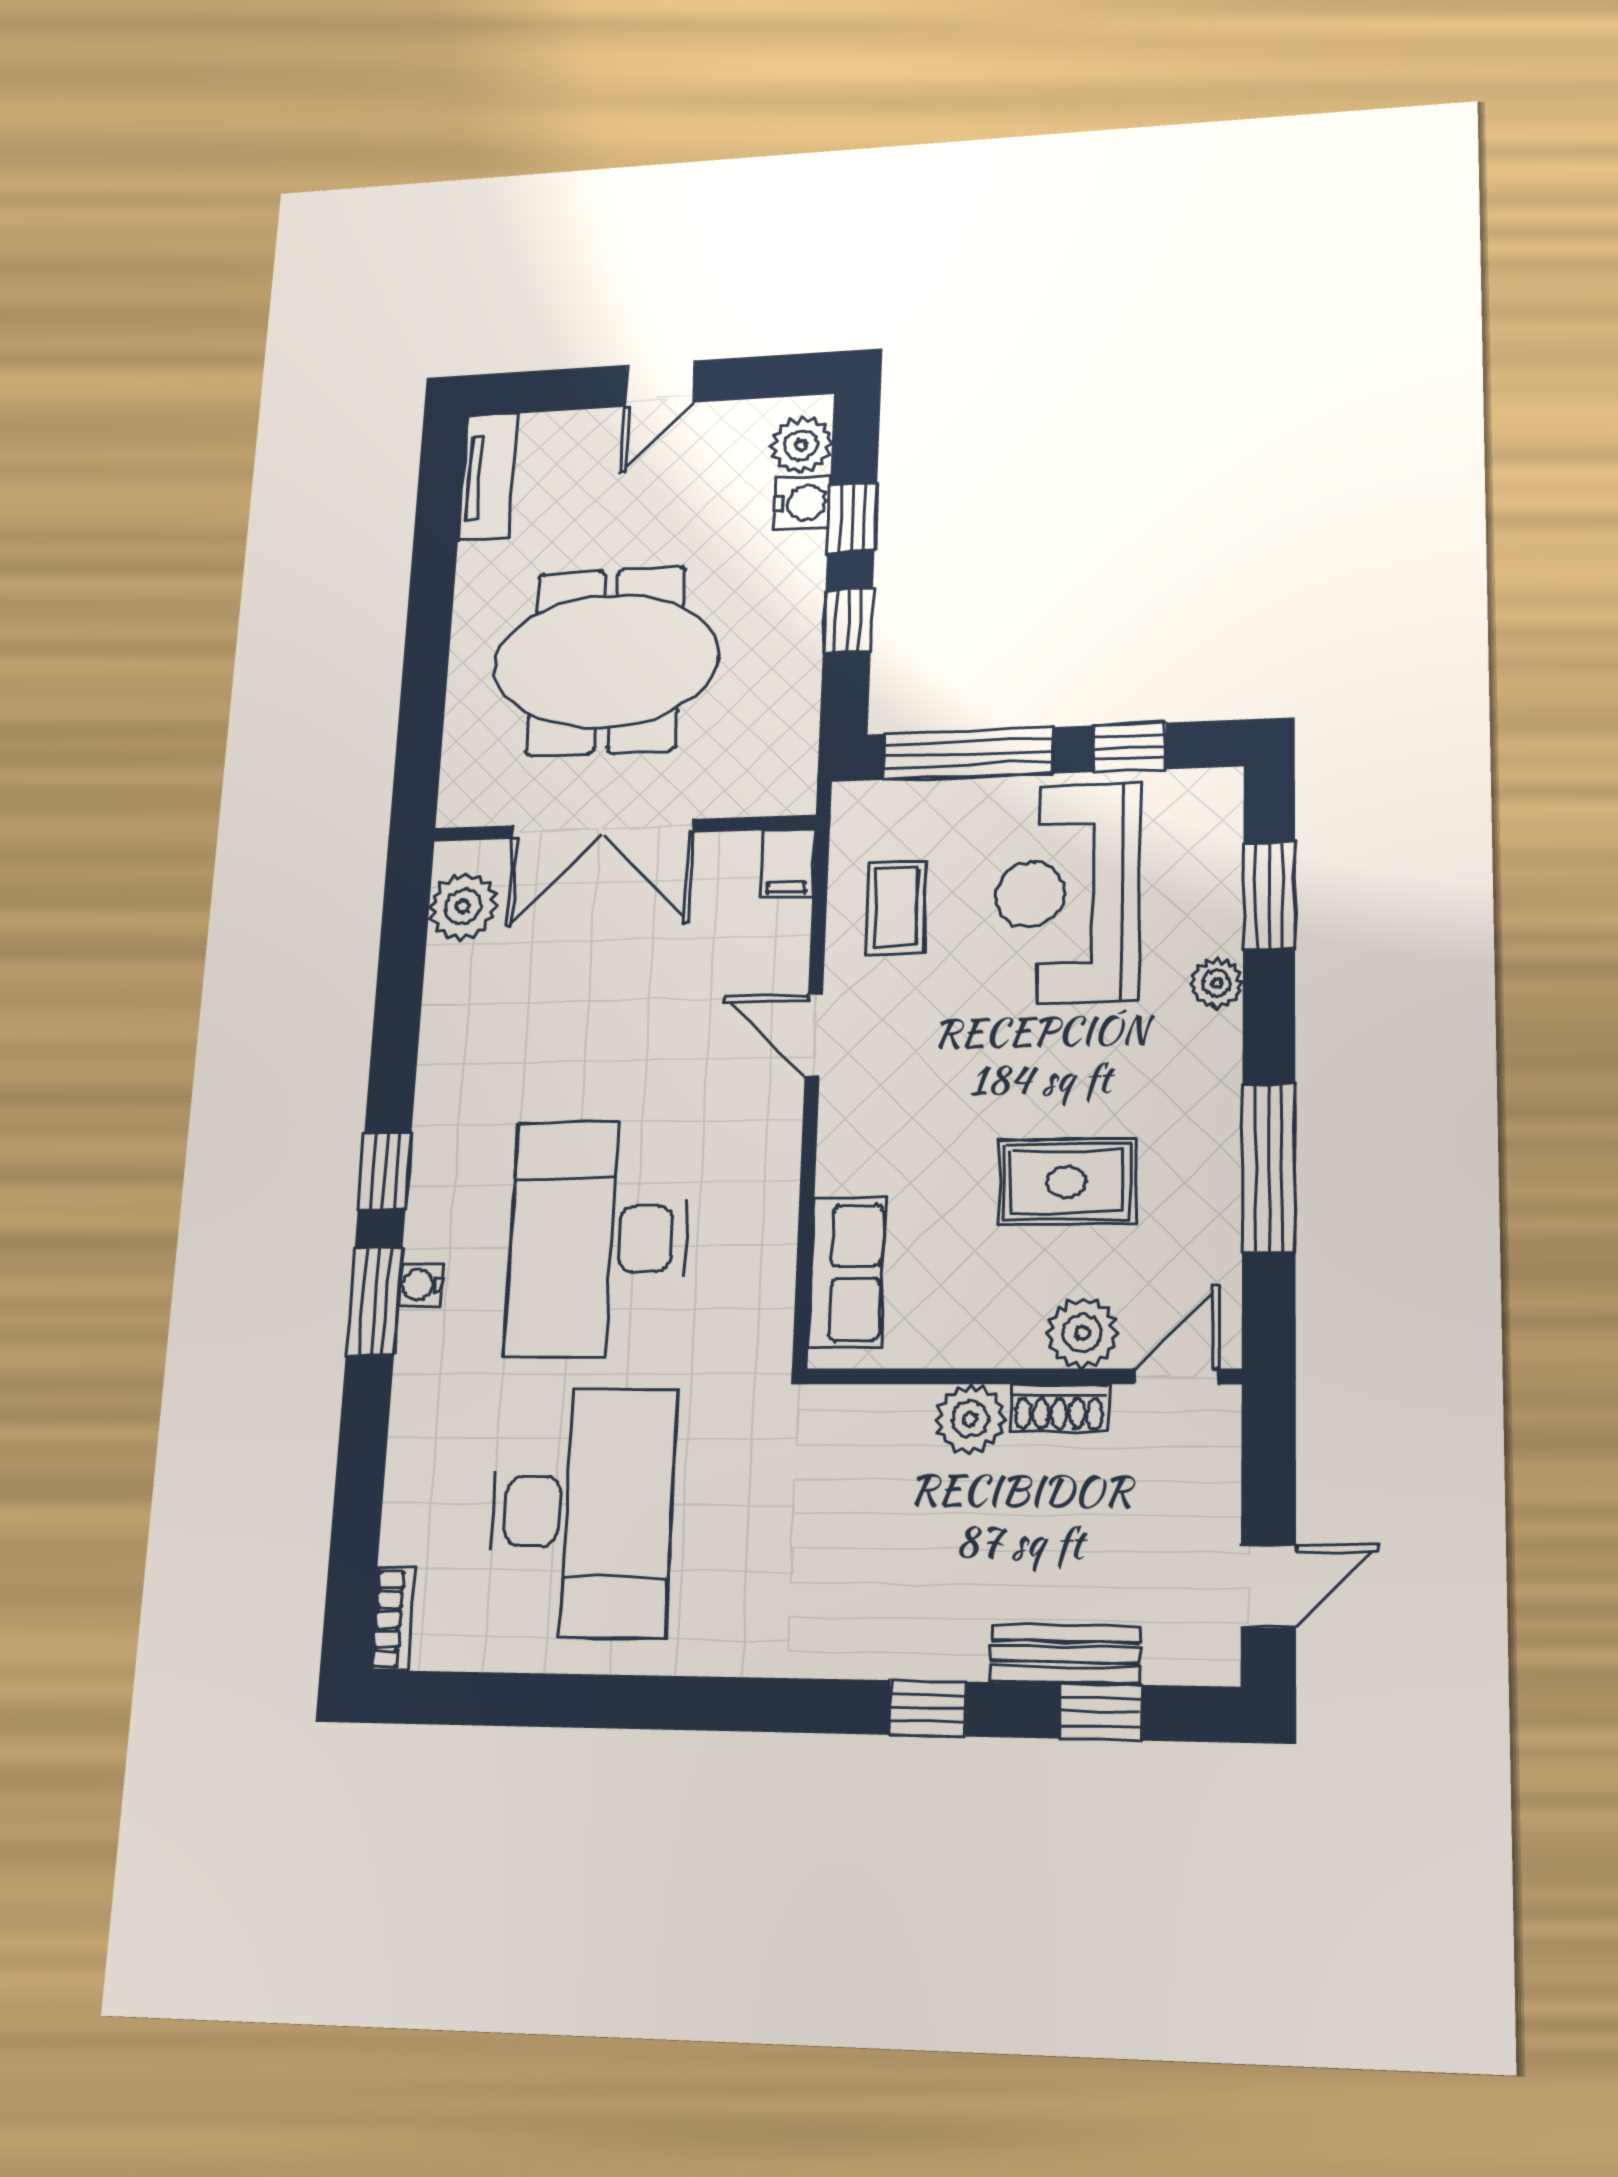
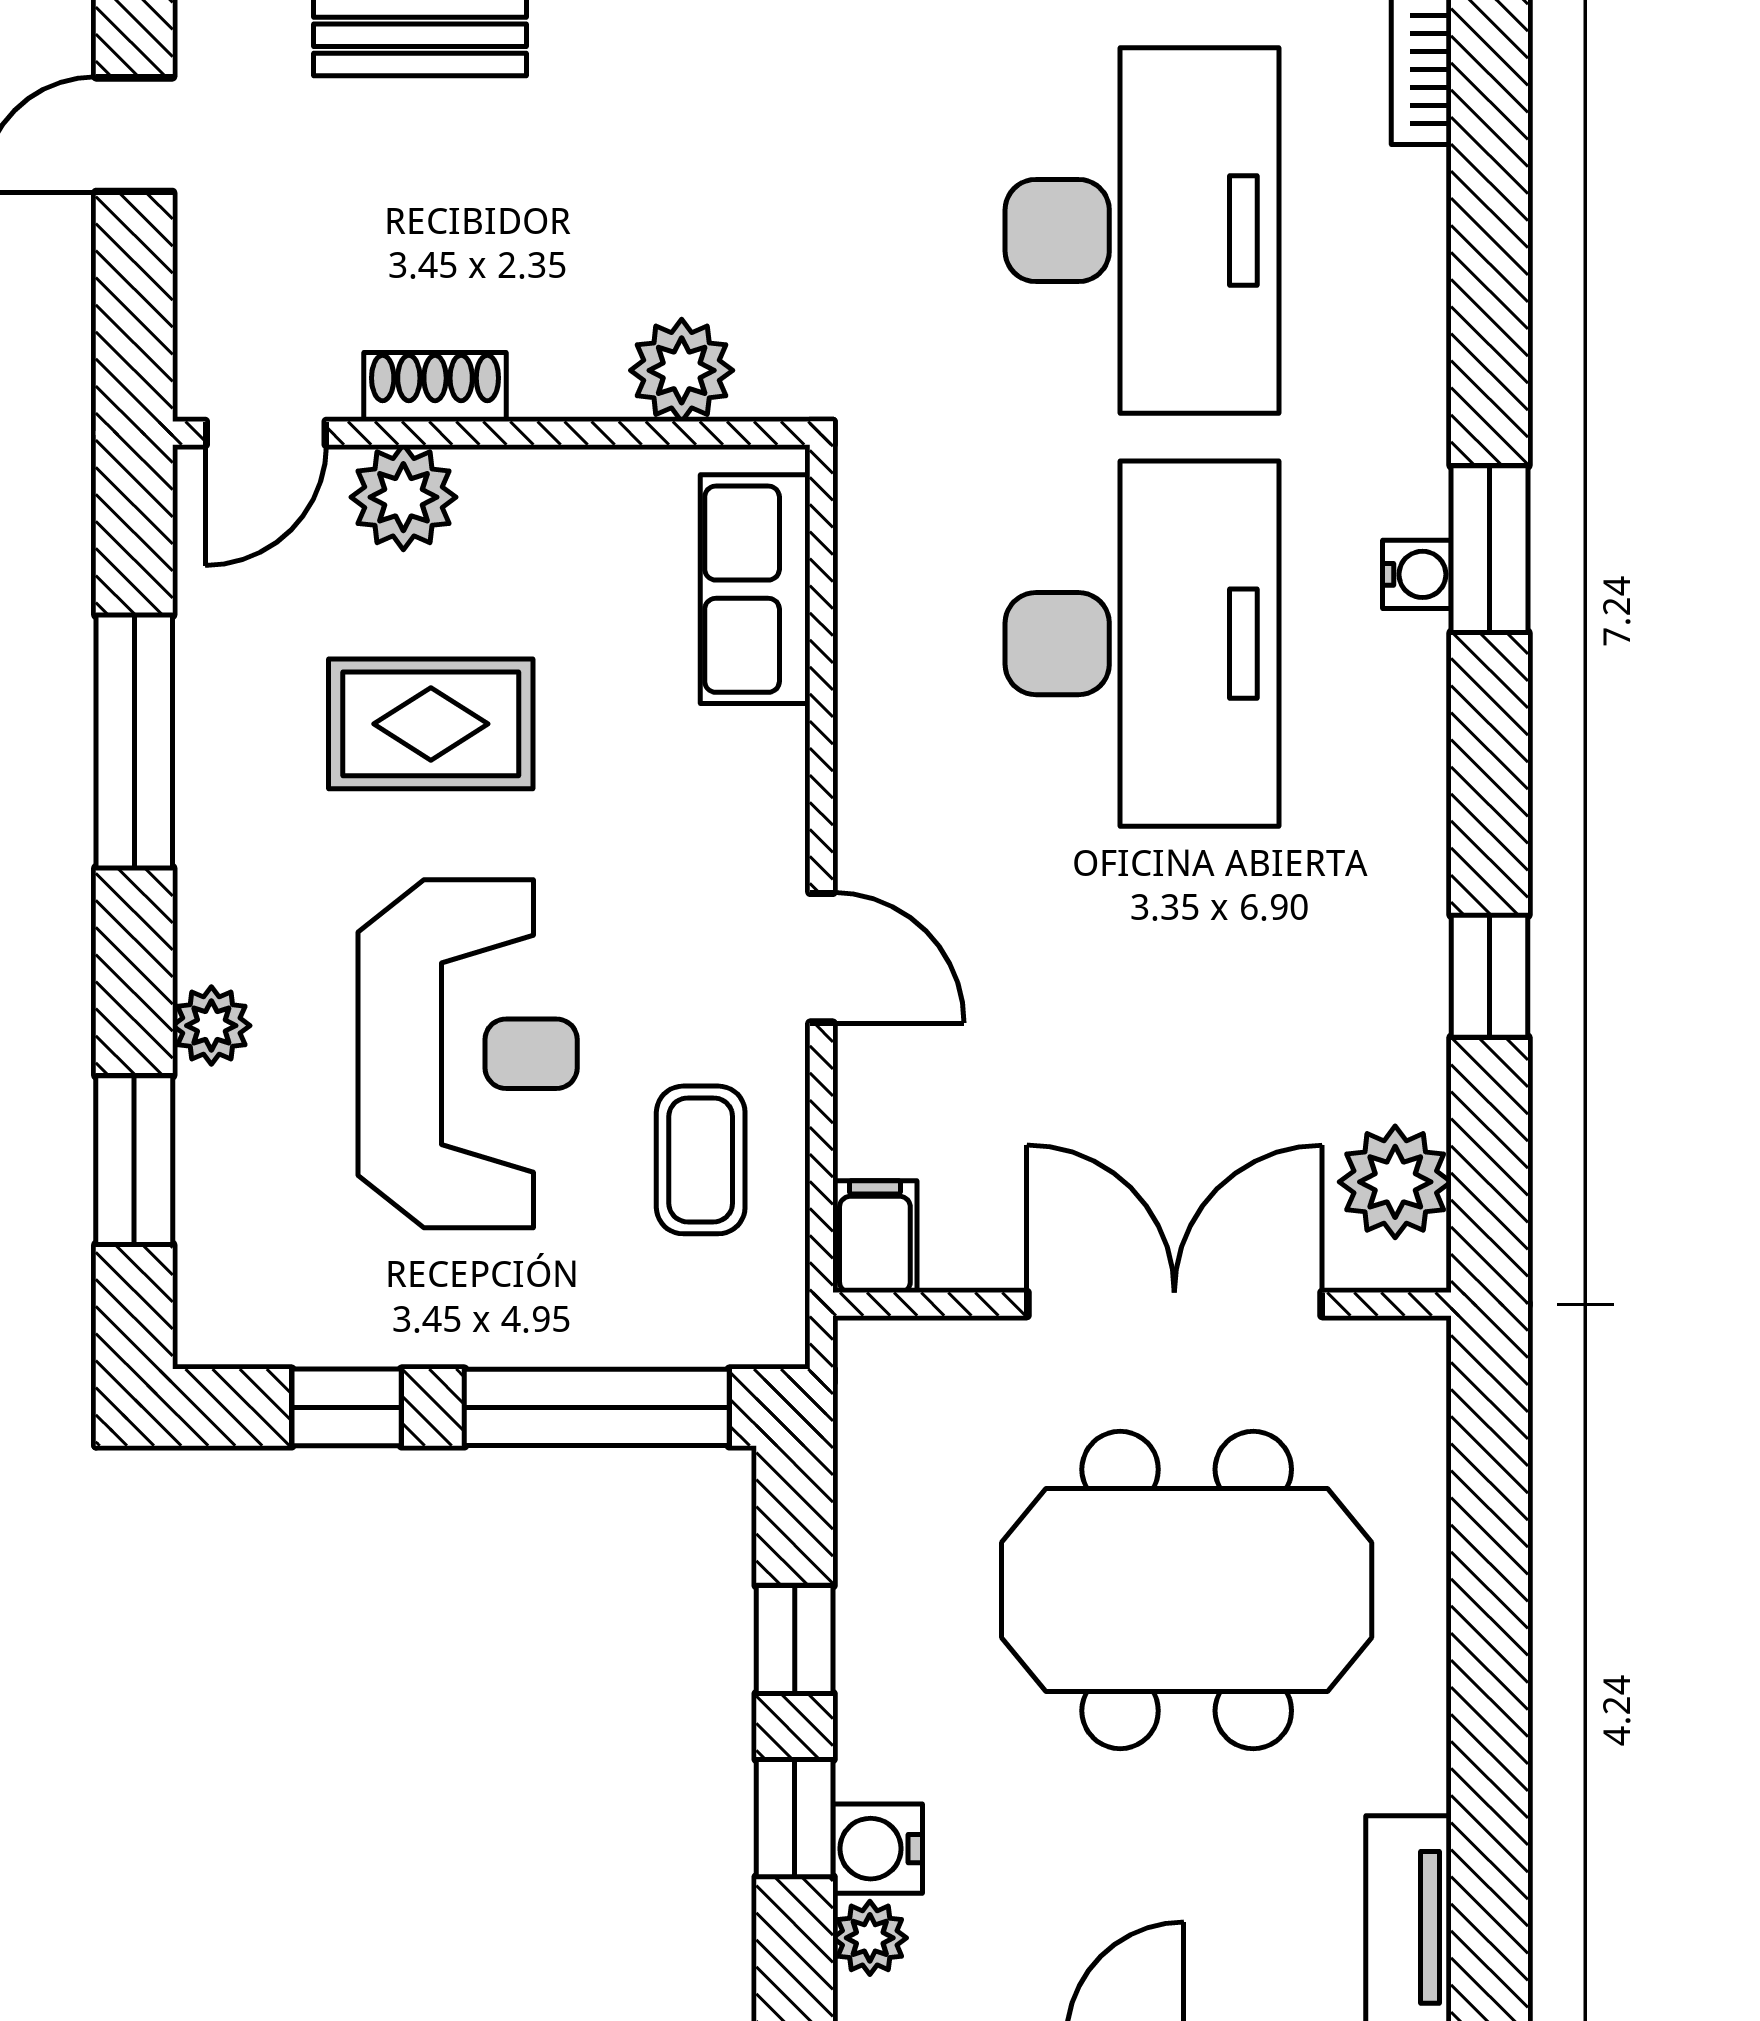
plant: (801, 445) -> (870, 1938), width x0.73, depth x0.73
reception desk: (1067, 893) -> (468, 1054), moved
window: (385, 1171) -> (1490, 976), moved
plant: (970, 1419) -> (682, 370), moved
desk: (581, 1512) -> (1142, 231), turned 180

